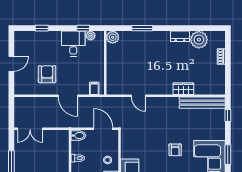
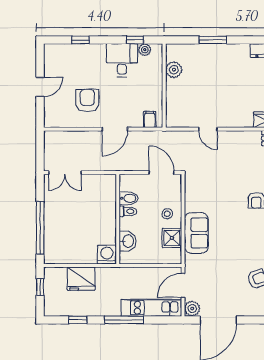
plant: (113, 37) -> (174, 70), moved
door: (68, 96) -> (115, 129), hinge flipped
bidet: (78, 136) -> (129, 198), moved

